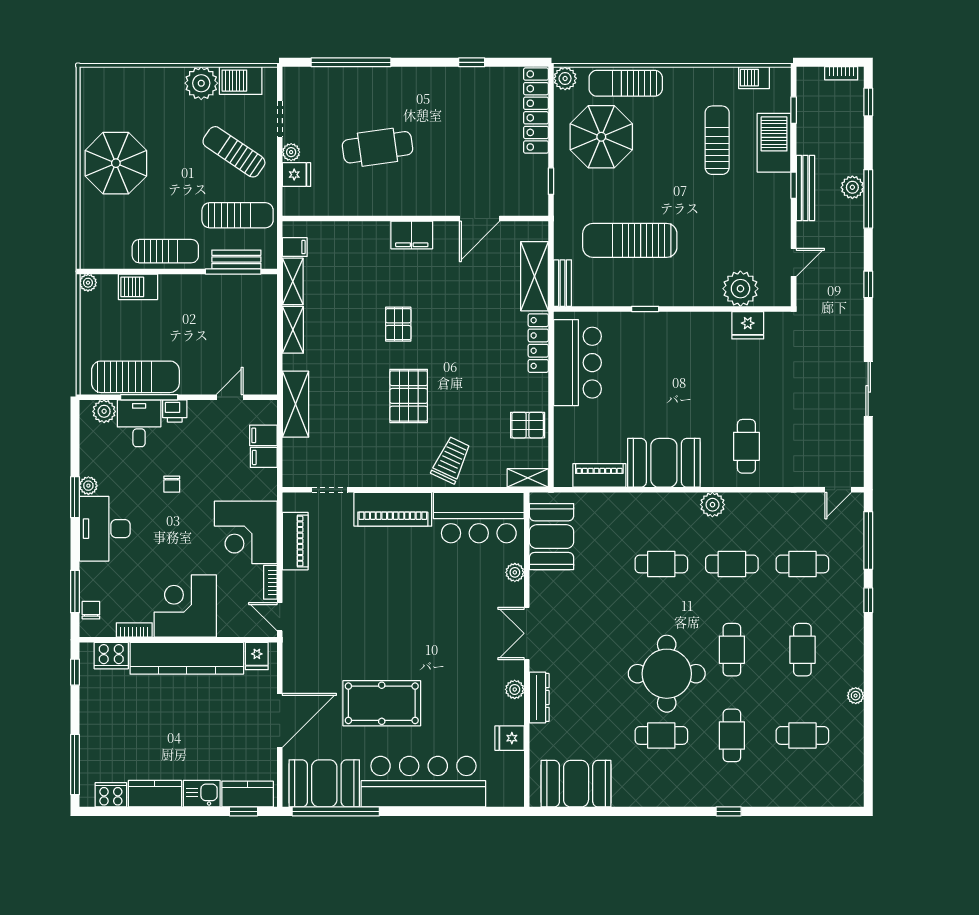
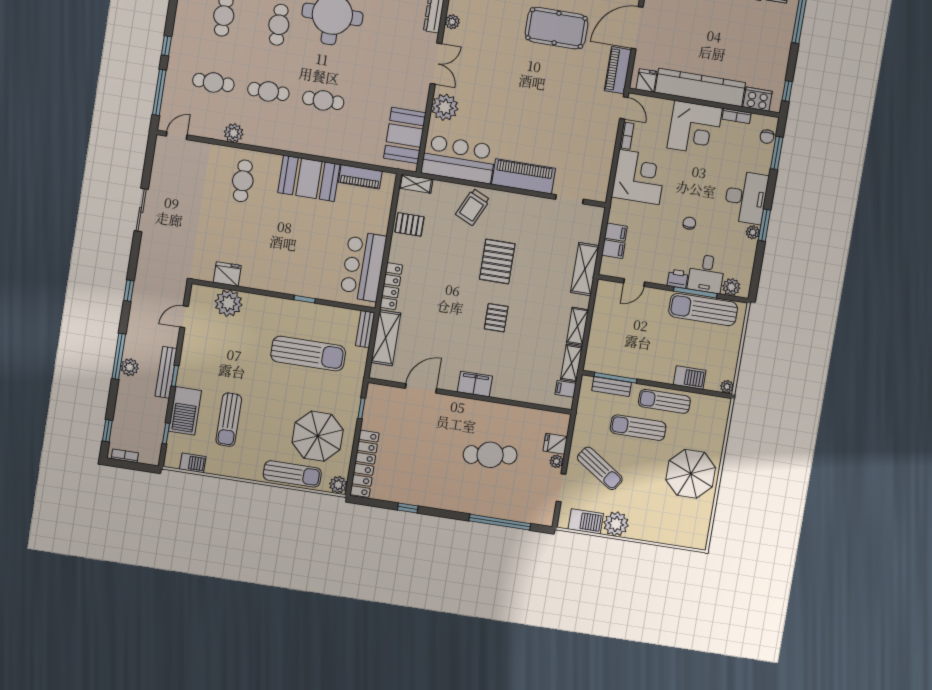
sun lounger: (238, 215) -> (638, 428), moved
plant: (712, 505) -> (234, 133), moved
piano: (295, 541) -> (618, 70), moved
plant: (515, 572) -> (445, 107), width x1.87, depth x1.87

